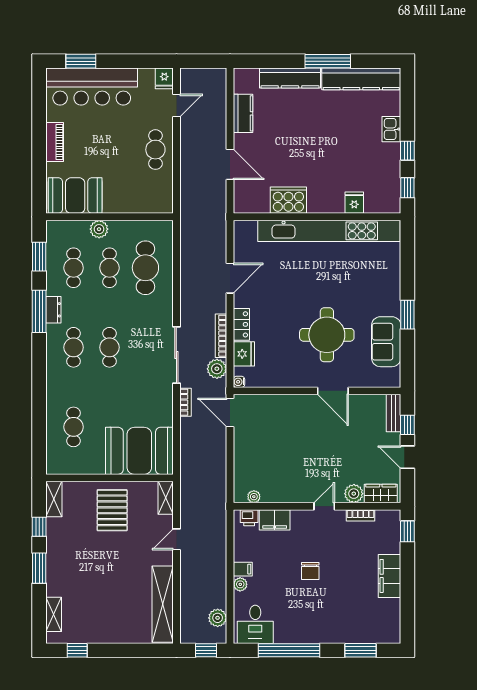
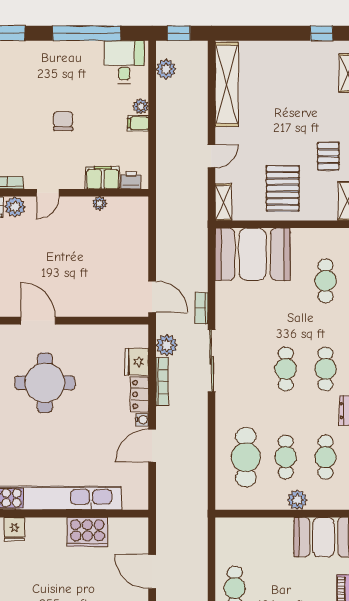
water cooler: (239, 382) -> (142, 420), moved
plant: (254, 497) -> (100, 203), moved
pallet: (71, 539) -> (328, 156), added

